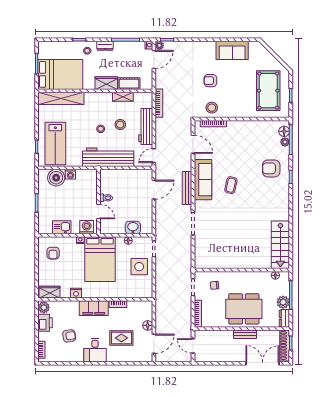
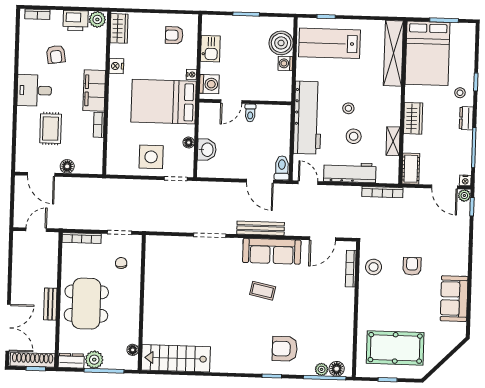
cot: (129, 84) -> (411, 169), moved
armchair: (271, 168) -> (285, 349), turned -90
toilet: (144, 174) -> (282, 168), added

